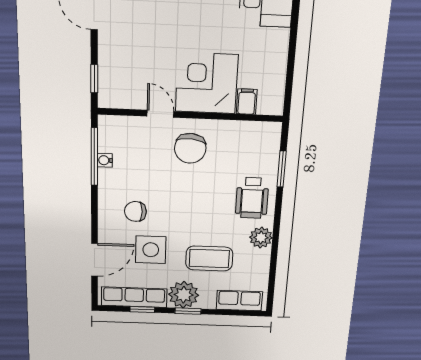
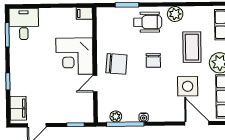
filing cabinet: (247, 102) -> (84, 13), moved
plant: (107, 143) -> (116, 116), added
water cooler: (105, 160) -> (144, 117), moved
chair: (135, 211) -> (153, 60), moved

